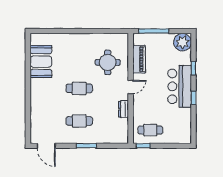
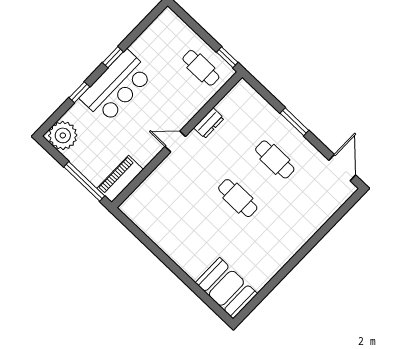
piano: (139, 59) -> (120, 179), moved
booth: (41, 62) -> (226, 288), moved, turned 90
round table: (108, 62) -> (175, 197), removed

